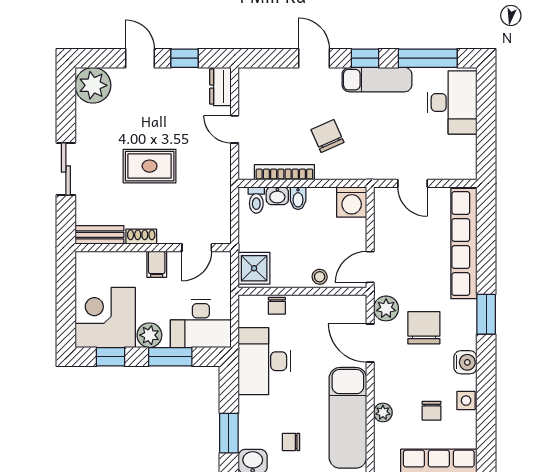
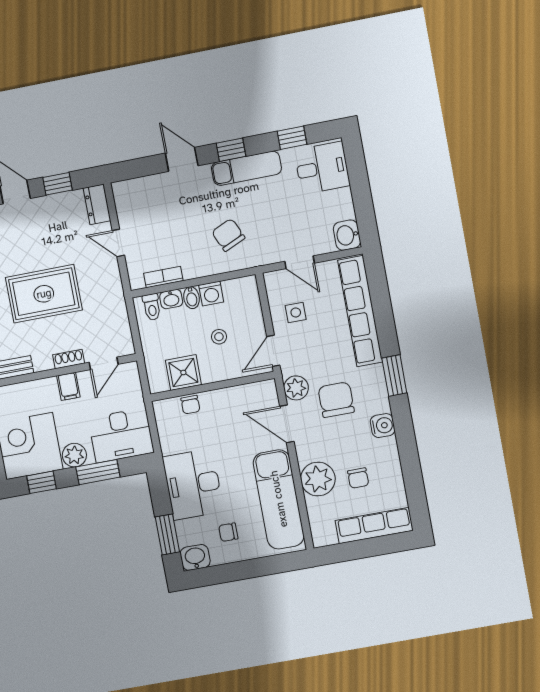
window: (428, 58) -> (292, 138), width x0.46
desk: (452, 102) -> (322, 168), width x0.73
chair: (327, 136) -> (228, 235), moved
washbasin: (465, 165) -> (347, 235), added
rug: (150, 166) -> (44, 294), width x1.36, depth x1.43
bookcase: (284, 172) -> (163, 277), width x0.64
washing machine: (352, 202) -> (211, 293), moved, width x0.73, depth x0.73
shoe rack: (141, 237) -> (69, 359), moved
shower: (254, 268) -> (183, 373), moved
stool: (320, 277) -> (219, 337), moved
desk: (264, 361) -> (193, 484), moved
side table: (466, 401) -> (296, 313), moved
plant: (383, 412) -> (318, 479), width x1.88, depth x1.88

